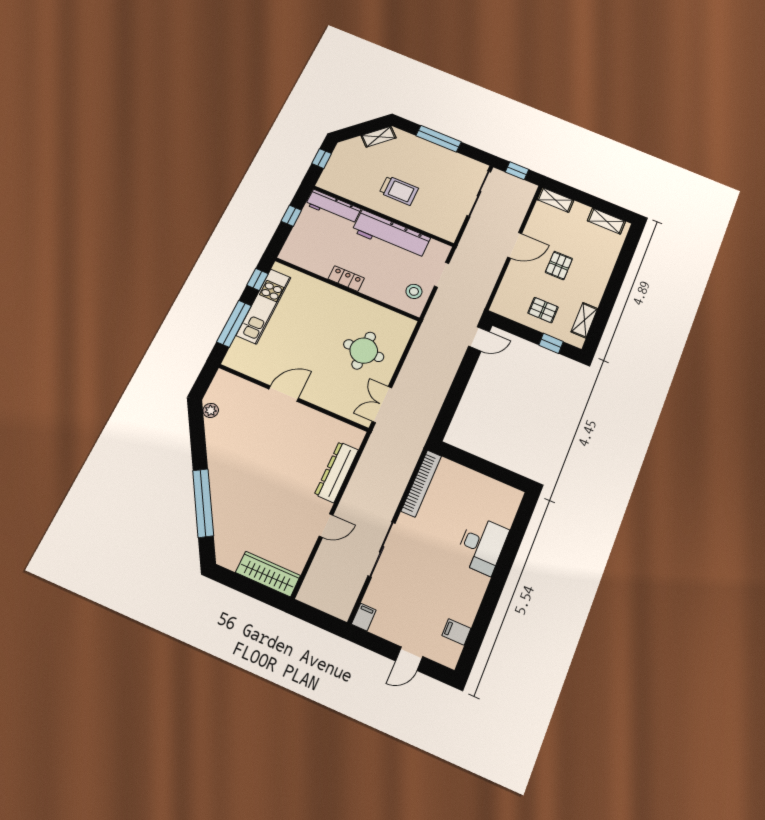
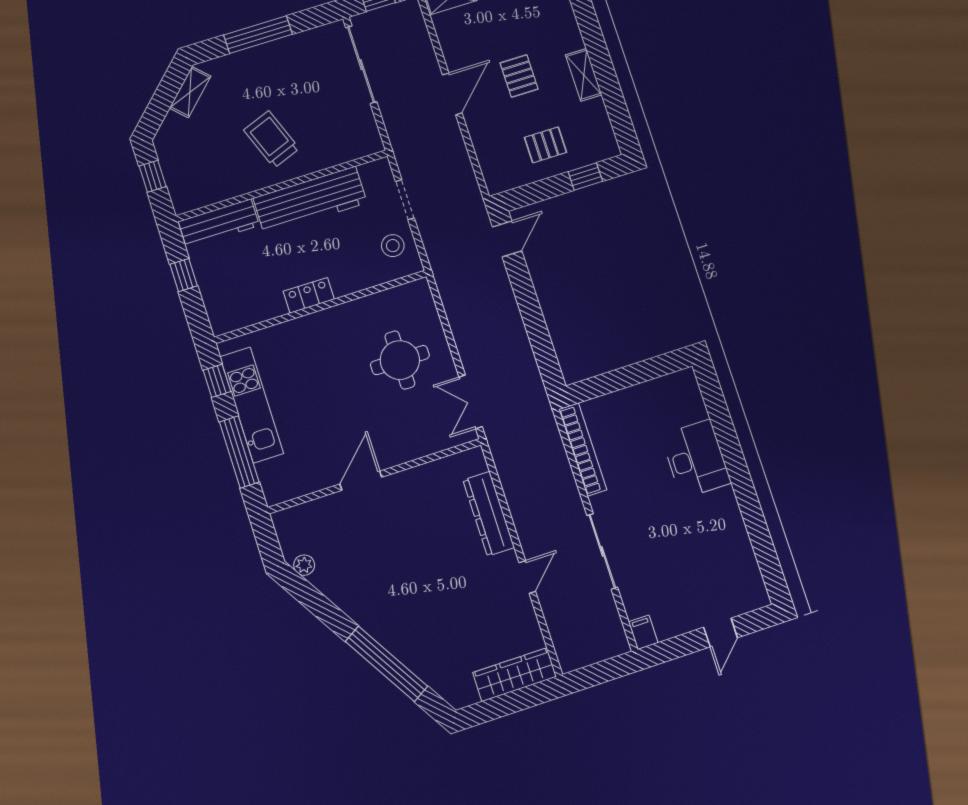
trolley: (399, 190) -> (271, 139), turned -111
shelving: (584, 320) -> (584, 75), moved
filing cabinet: (456, 632) -> (743, 567), removed

